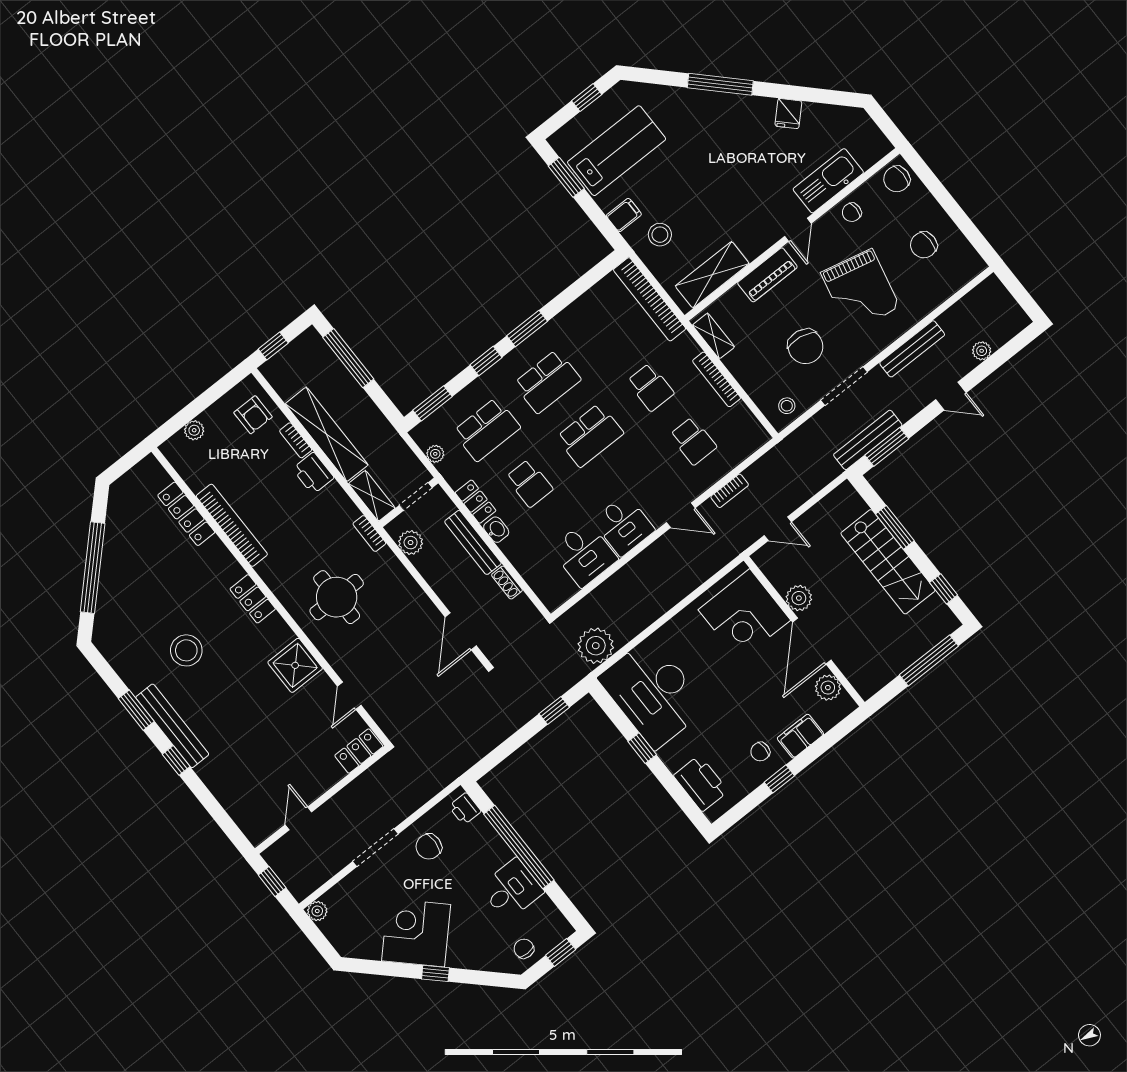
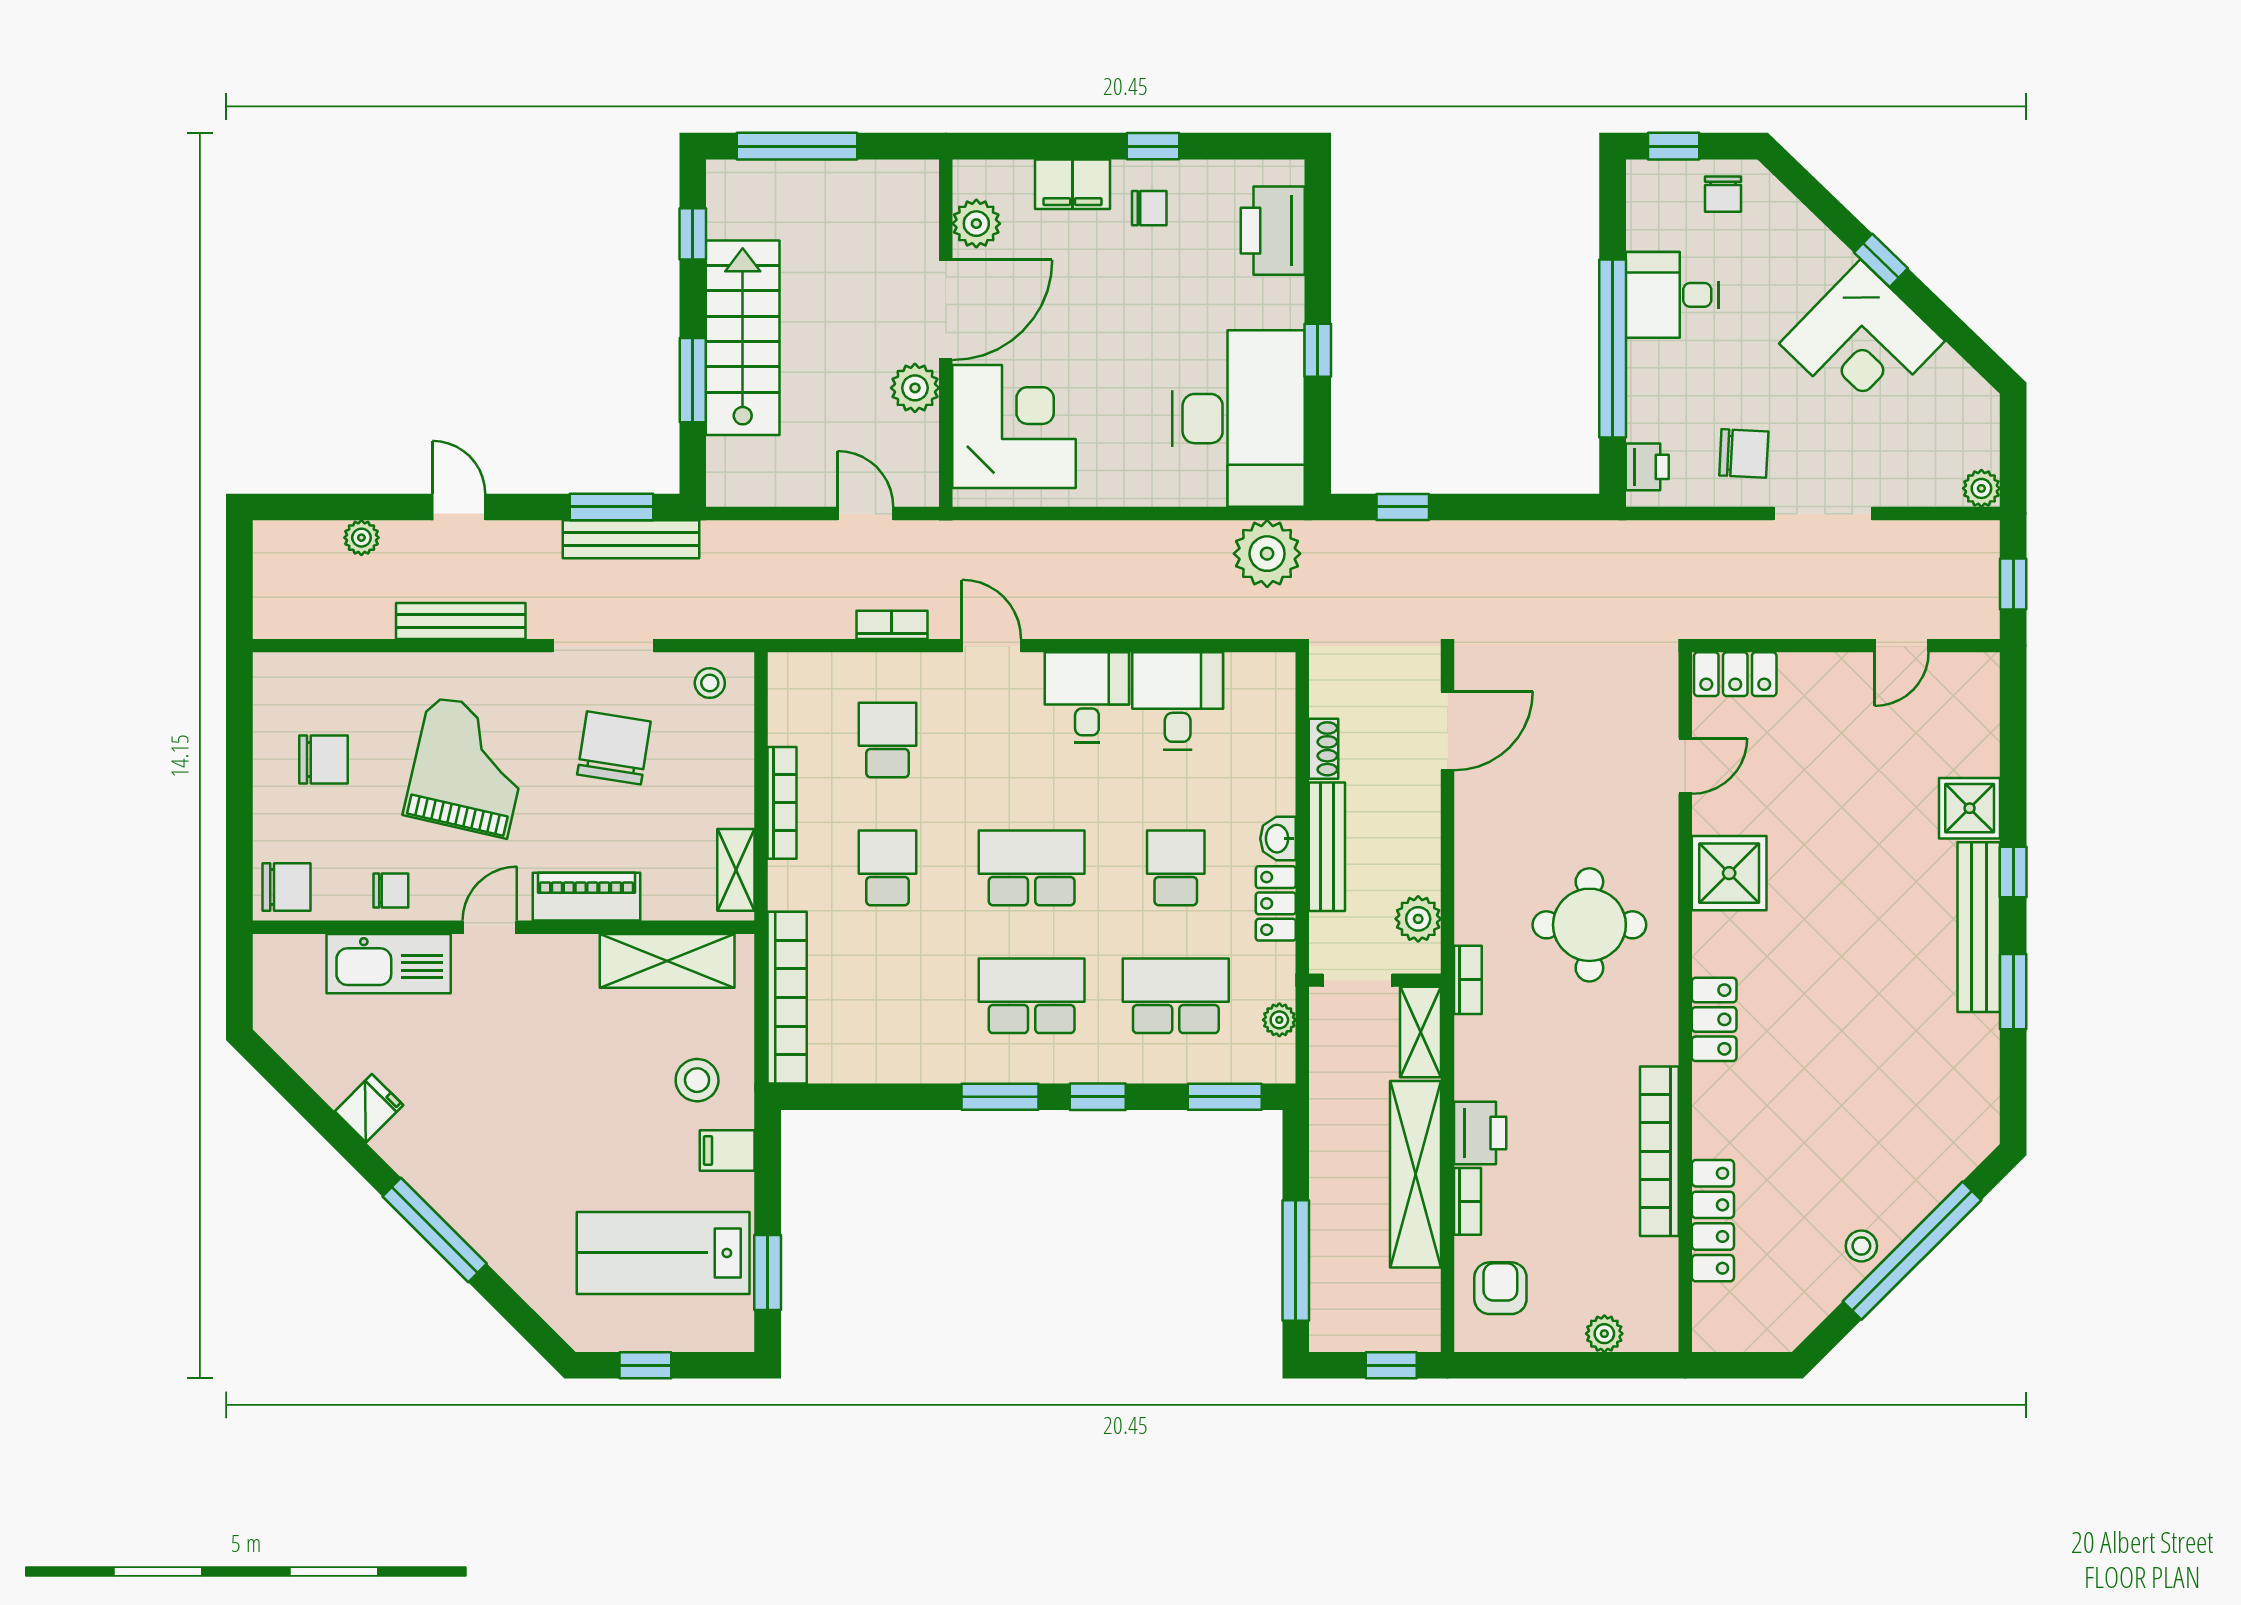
stool: (186, 650) -> (1861, 1246), moved, width x0.53, depth x0.53
shower: (216, 773) -> (1970, 808), added

